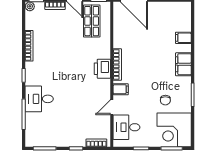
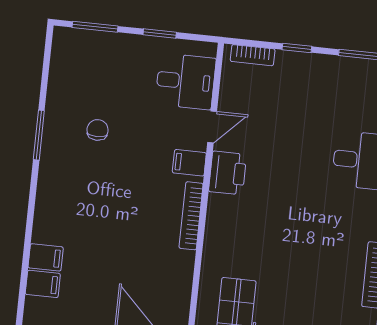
filing cabinet: (183, 64) -> (43, 284), moved, width x0.50
printer: (102, 69) -> (228, 173), moved
corner desk: (174, 130) -> (86, 65), removed

